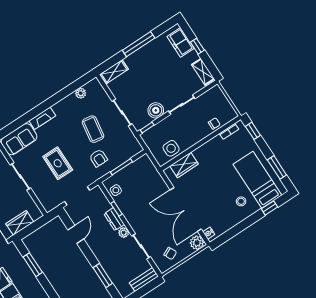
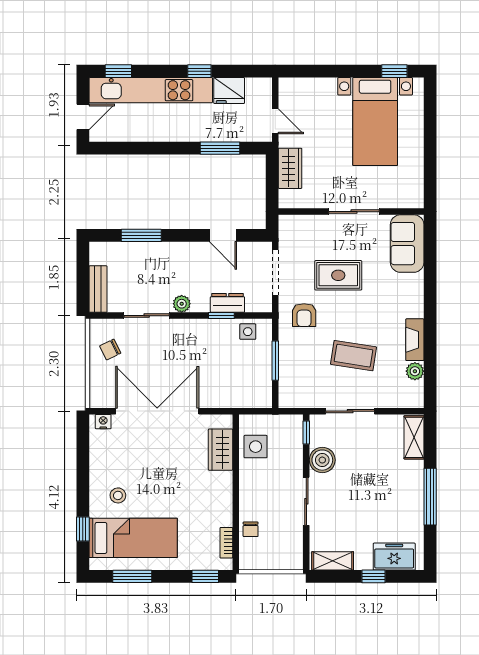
fireplace: (42, 118) -> (415, 340), moved
armchair: (98, 158) -> (304, 315), moved, turned -90
dresser: (114, 219) -> (227, 303), moved
plant: (197, 243) -> (101, 396), removed

